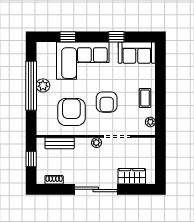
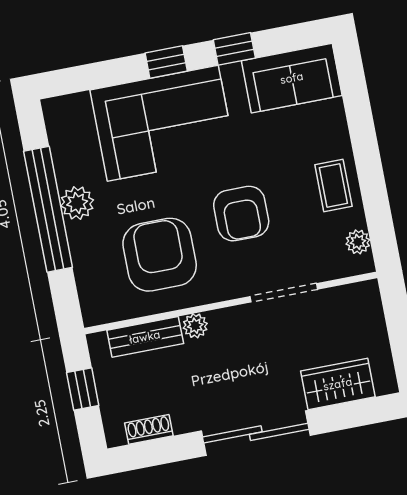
window: (68, 37) -> (166, 62), moved
plant: (97, 143) -> (195, 326), moved

